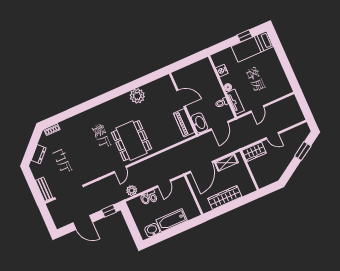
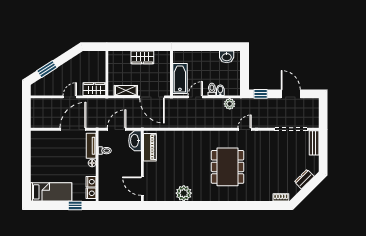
window: (245, 36) -> (75, 205), moved
nightstand: (217, 61) -> (91, 193), added
door: (181, 98) -> (142, 186), moved
door: (257, 109) -> (73, 129), width x1.87
door: (272, 136) -> (70, 97), hinge flipped
dining table: (131, 141) -> (228, 167), moved
door: (201, 167) -> (152, 97), swing flipped
door: (120, 169) -> (245, 129), moved
wardrobe: (225, 197) -> (142, 57), width x0.67
bathtub: (172, 220) -> (180, 78), moved, turned -90

